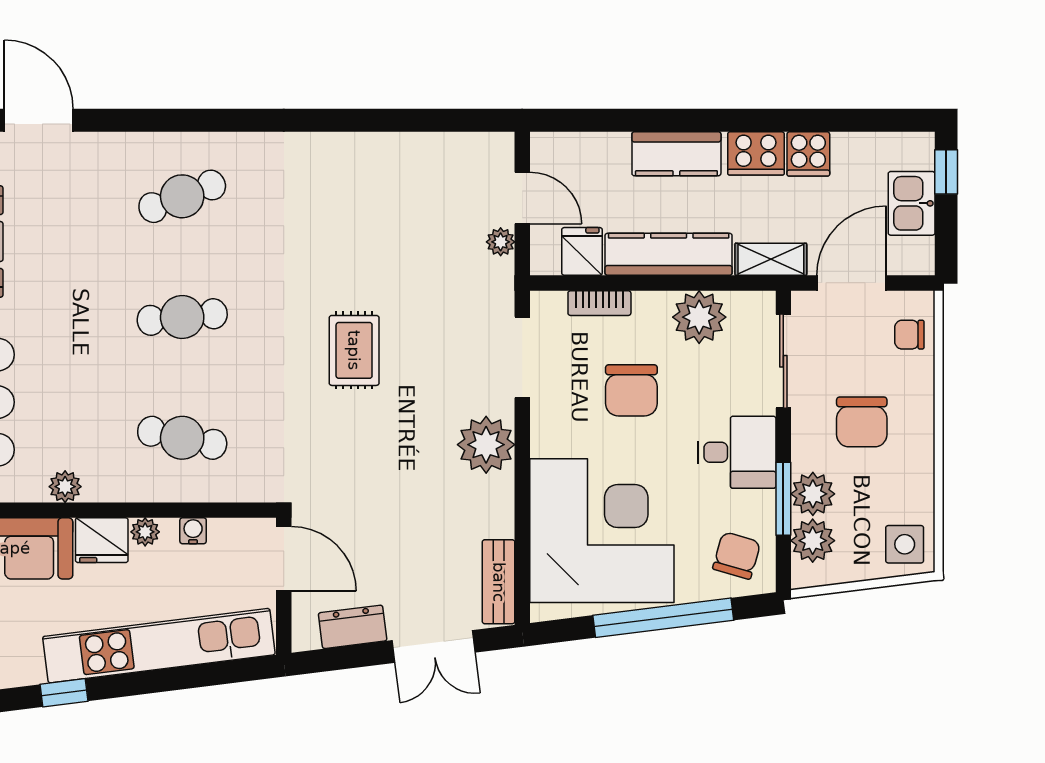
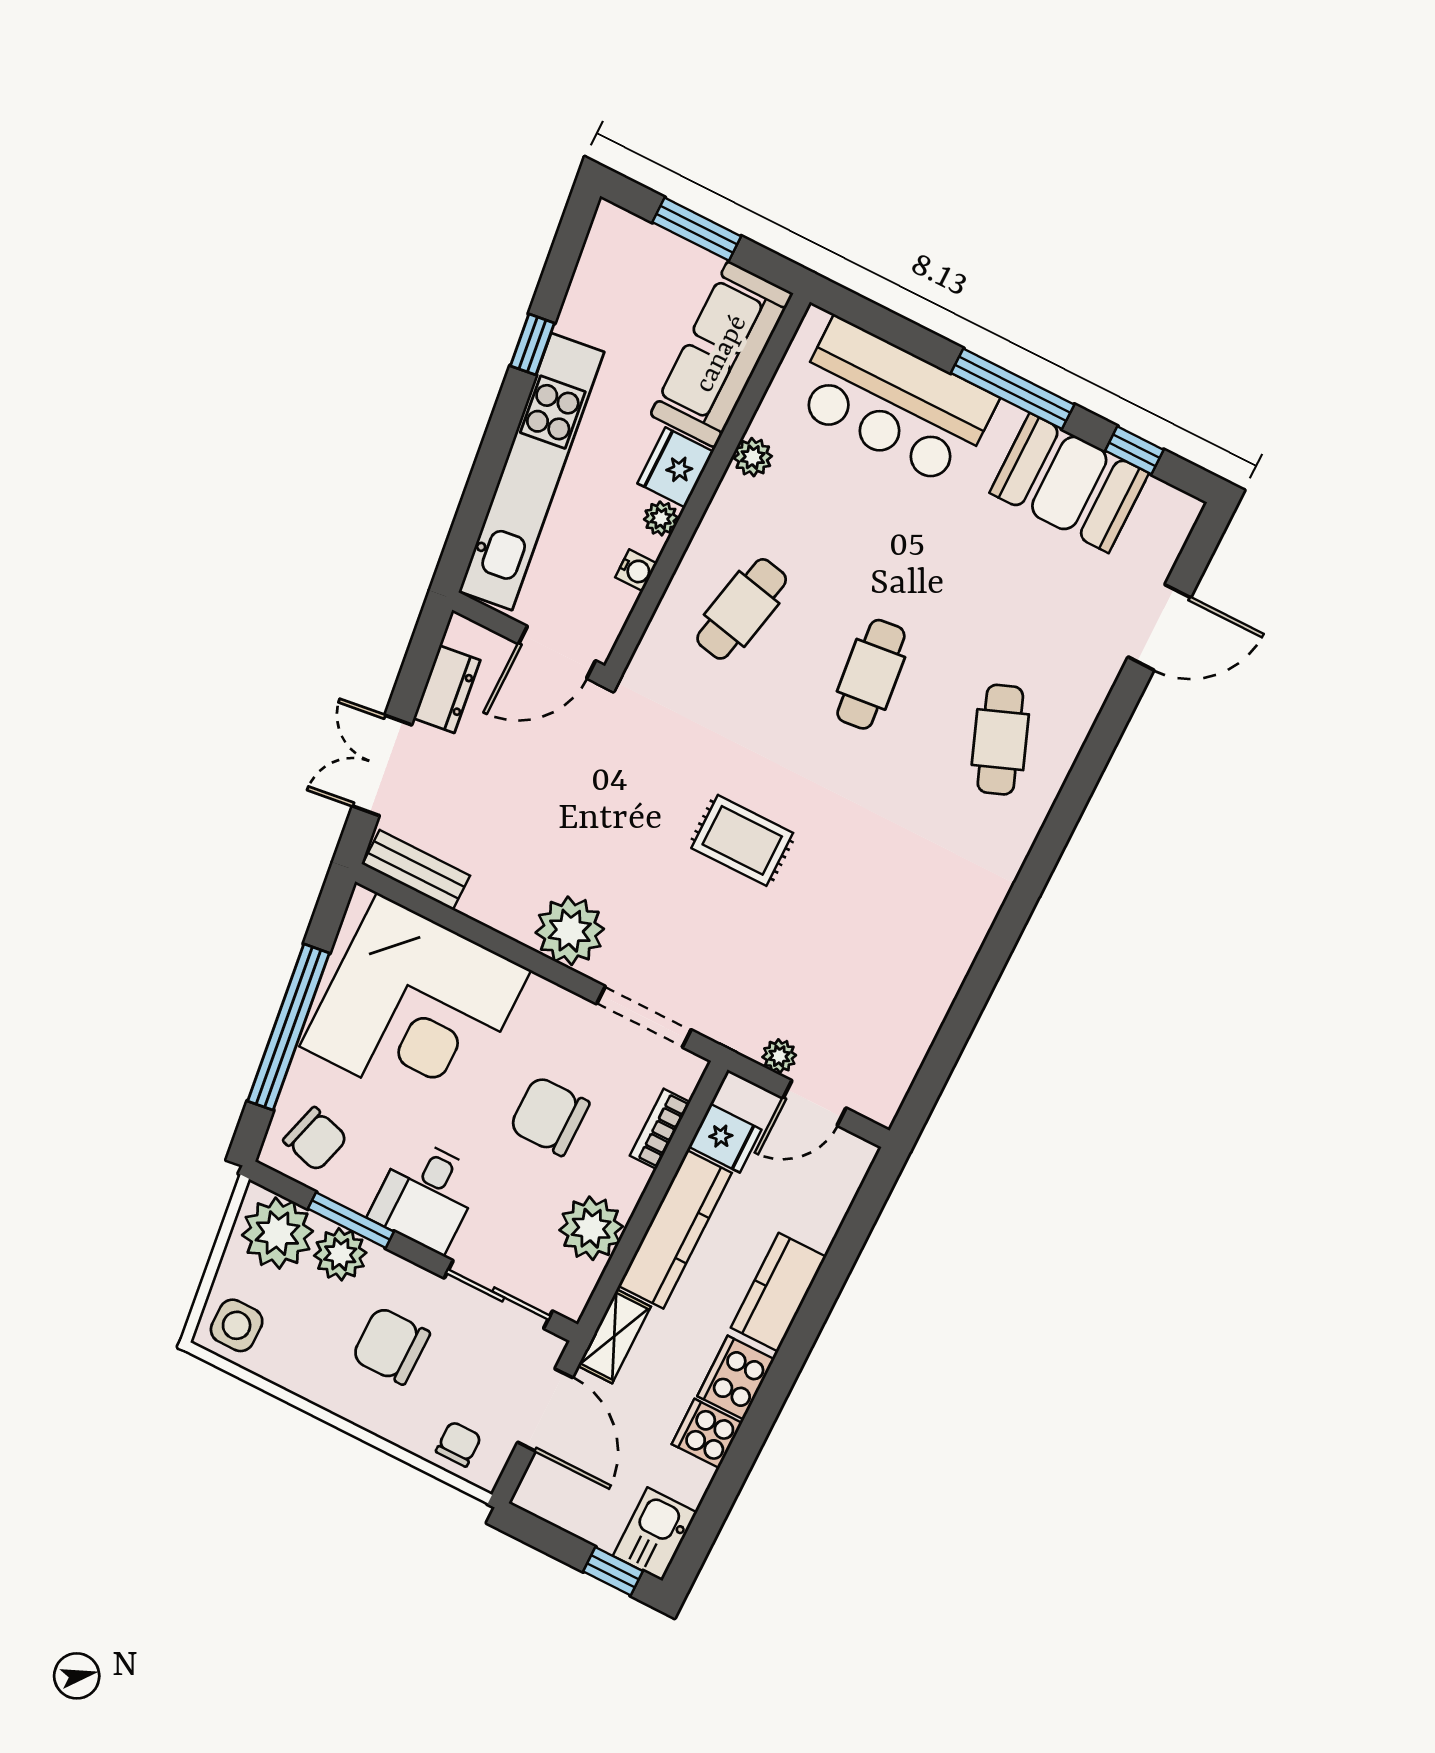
kitchen sink: (912, 203) -> (655, 1534), moved, turned -90
plant: (813, 541) -> (277, 1233), width x1.36, depth x1.36

